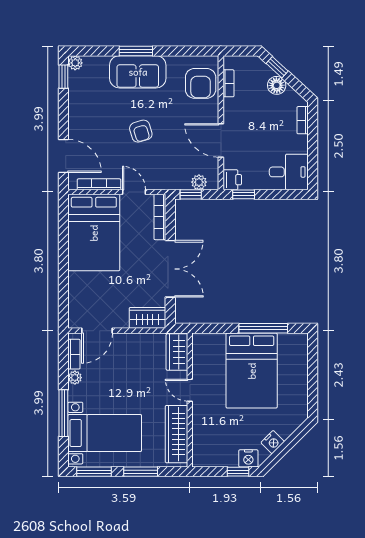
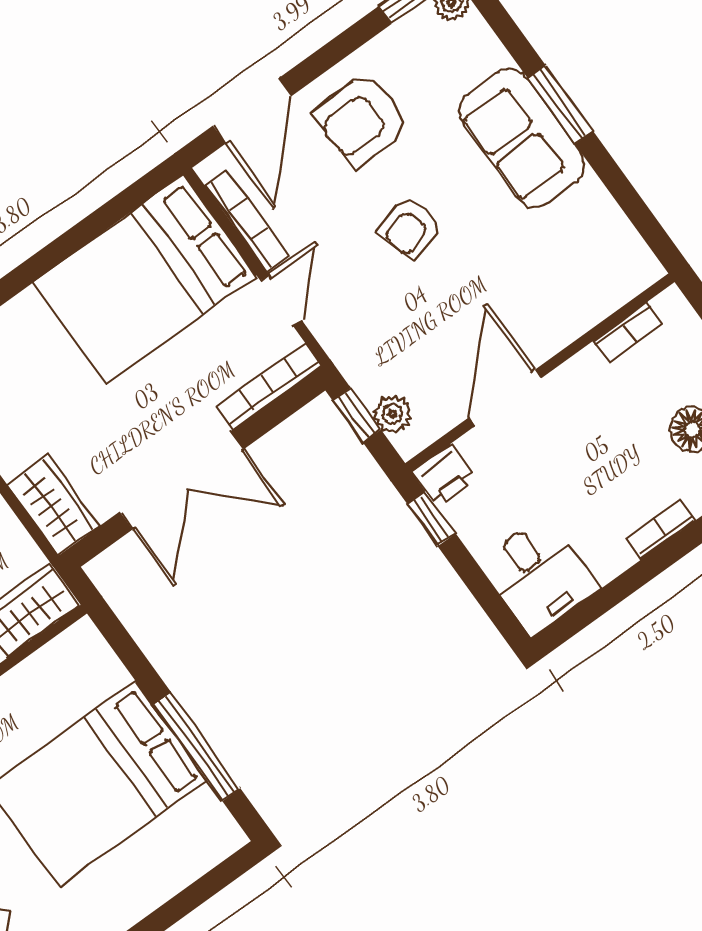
armchair: (201, 83) -> (362, 120), moved

